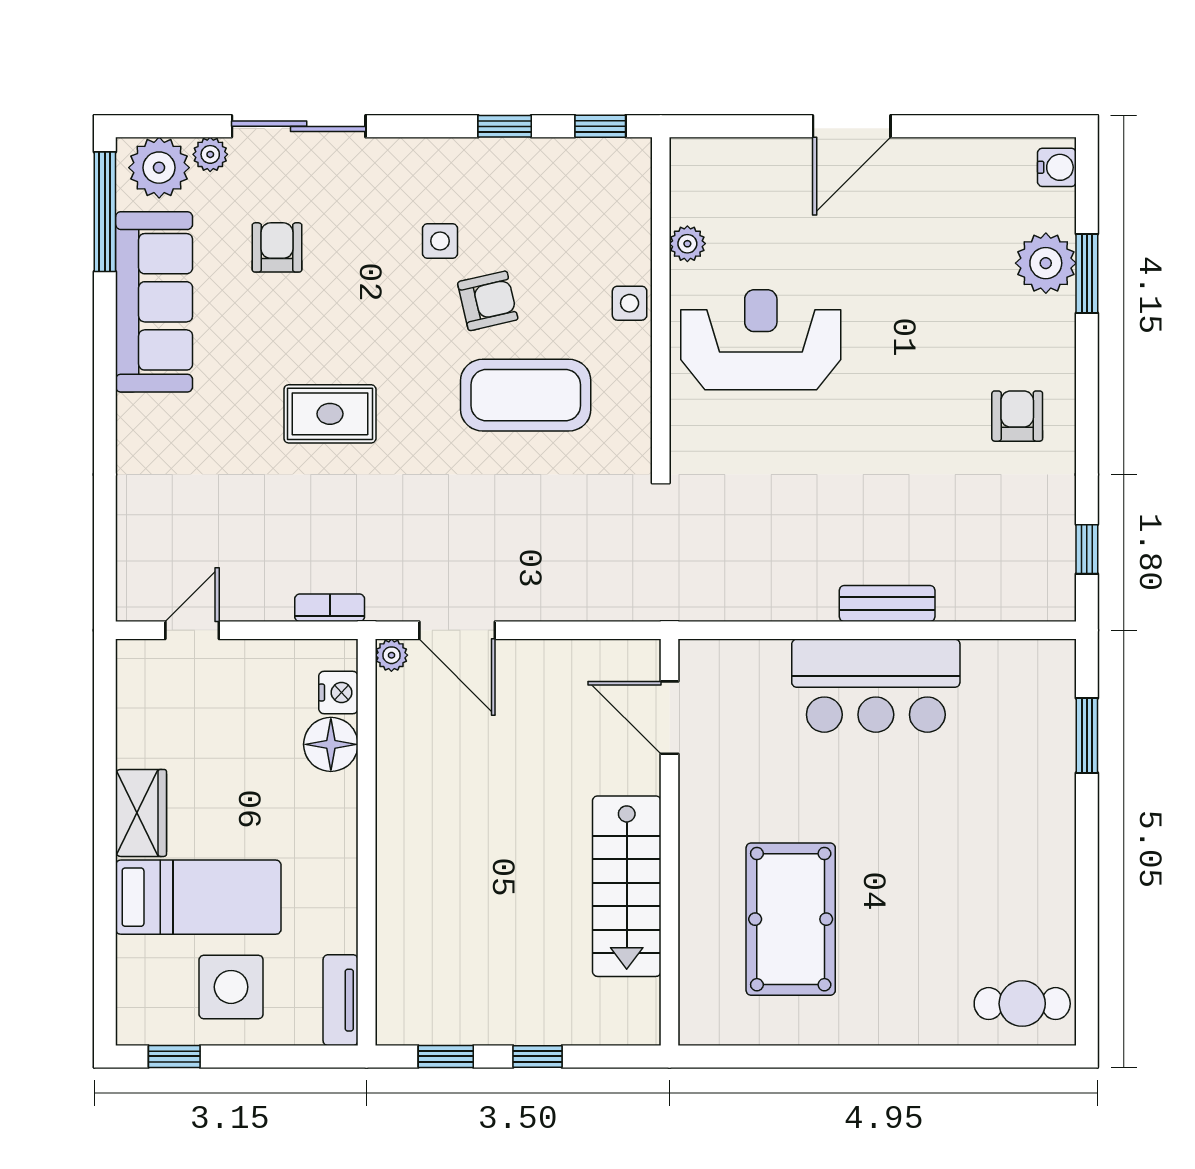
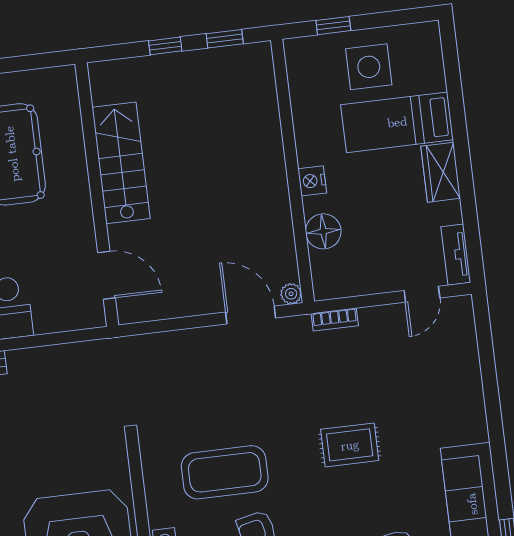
nightstand: (338, 692) -> (312, 181), moved
tv unit: (341, 1000) -> (456, 255), moved, turned 180
window: (174, 1056) -> (333, 26), moved

